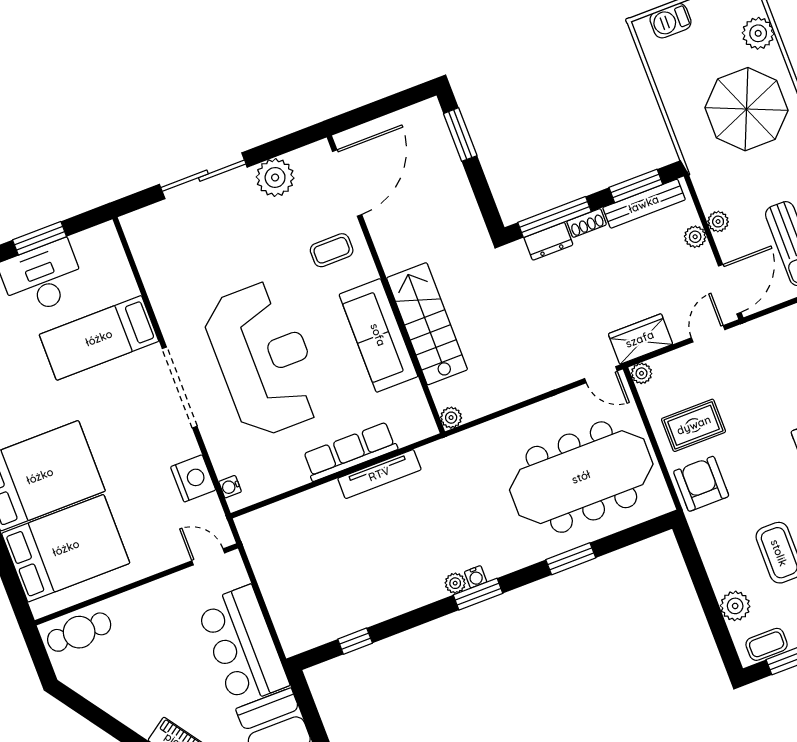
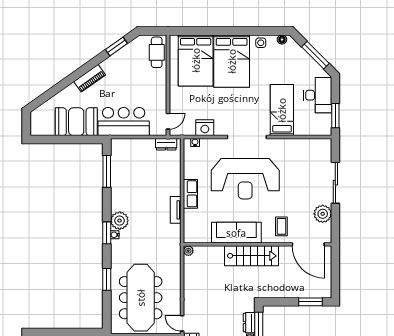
window: (40, 238) -> (335, 116), moved
stairs: (427, 324) -> (252, 256), moved
door: (601, 375) -> (182, 323), hinge flipped
row of seats: (350, 452) -> (190, 194), width x0.68
tv unit: (379, 474) -> (176, 210), width x0.71
dresser: (255, 543) -> (166, 144), added
plant: (455, 583) -> (120, 221), width x1.87, depth x1.87
window: (355, 641) -> (107, 171), width x2.17
window: (98, 717) -> (116, 46), added

